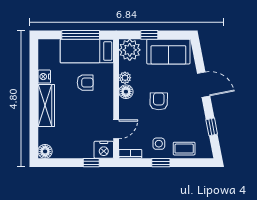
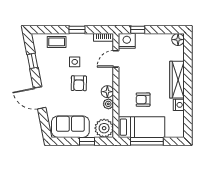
side table: (159, 144) -> (75, 62), moved

